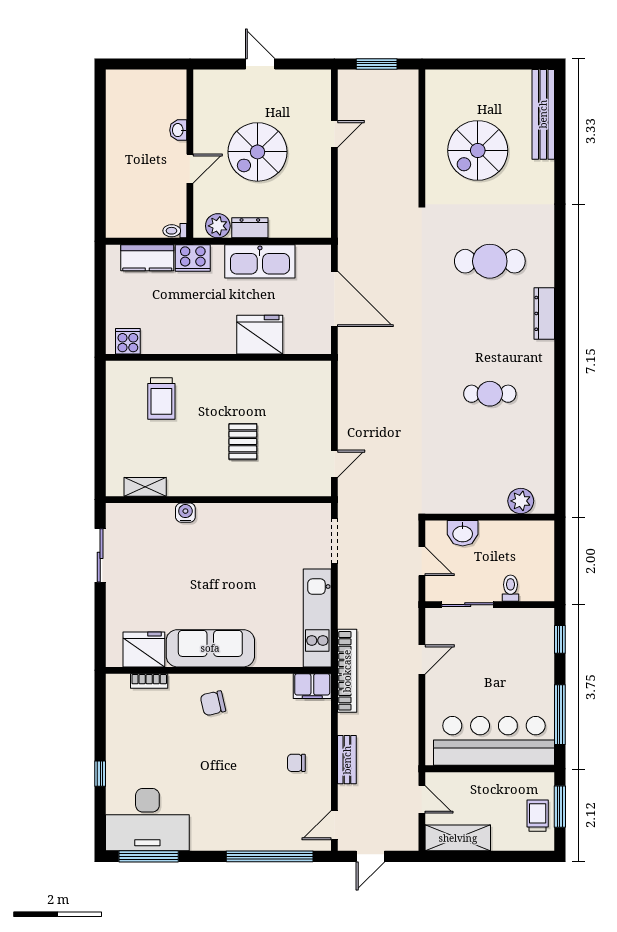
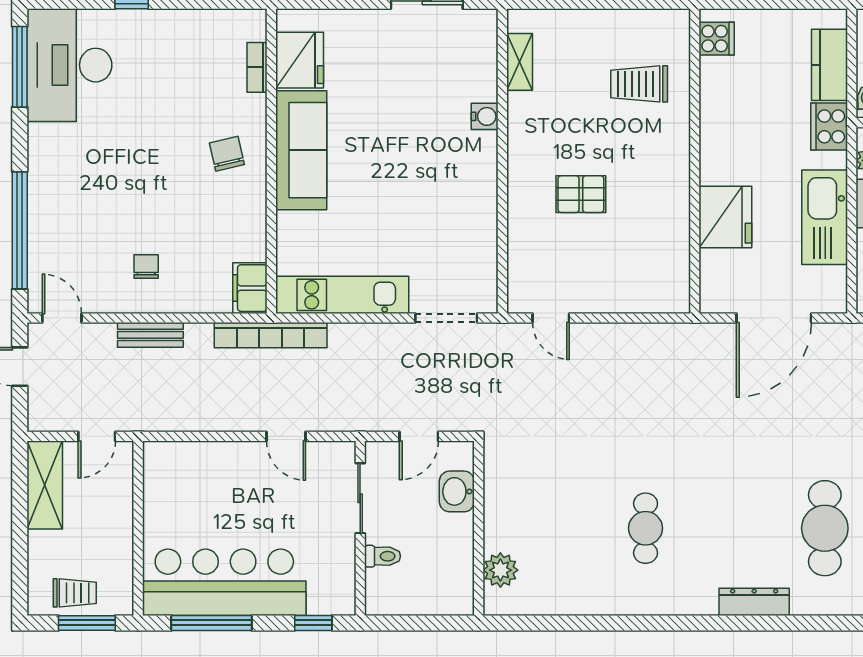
bar counter: (494, 741) -> (224, 582), moved, turned -90

